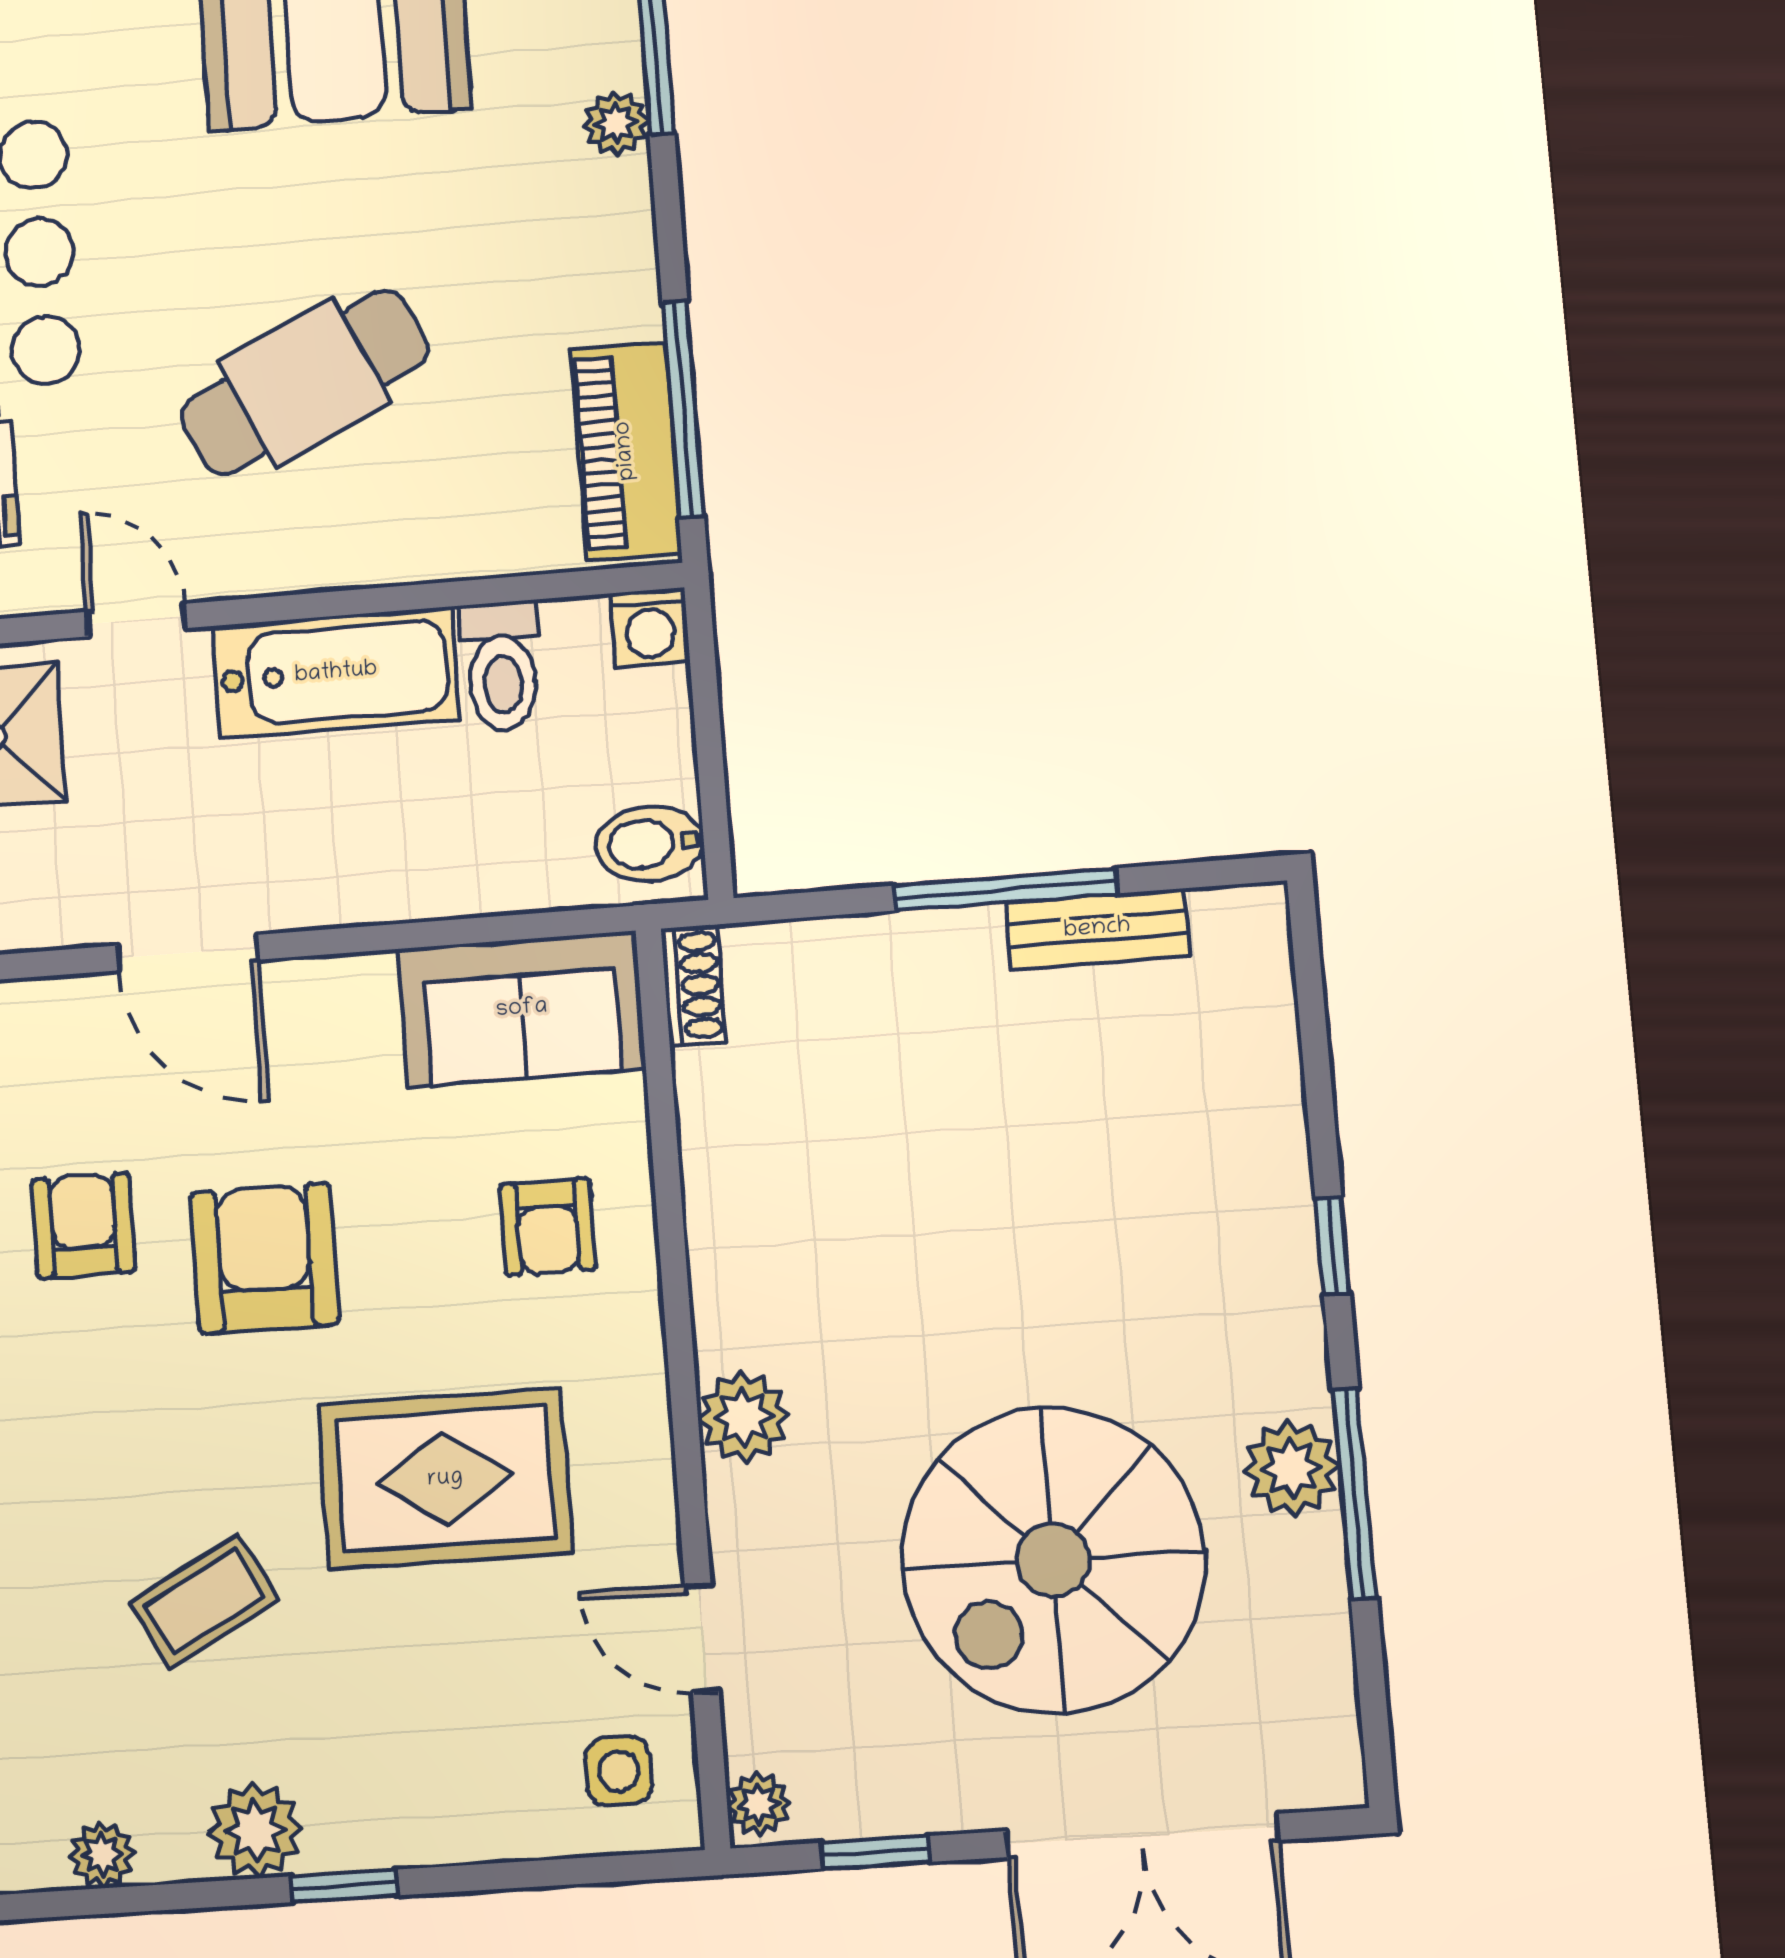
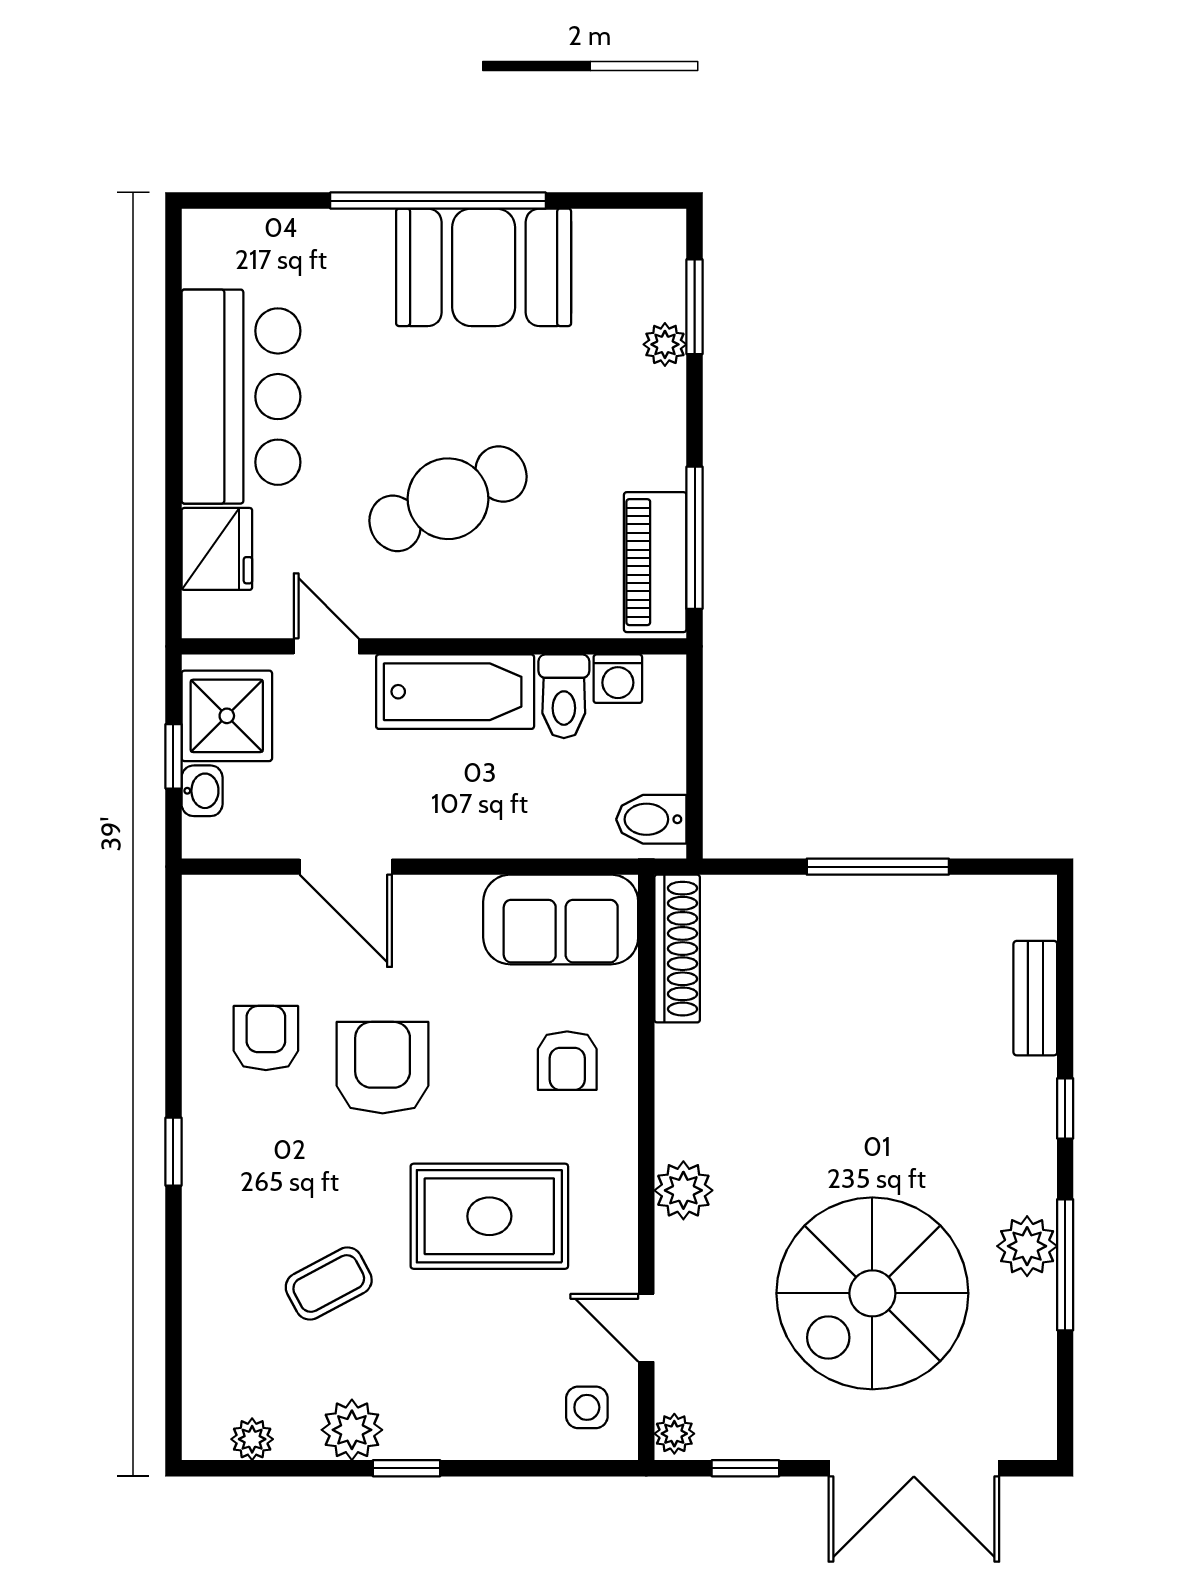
washing machine: (650, 627) -> (618, 679), moved
bench: (1097, 929) -> (1035, 998), moved, turned 90
shoe rack: (694, 985) -> (677, 949), width x1.94, depth x1.24

